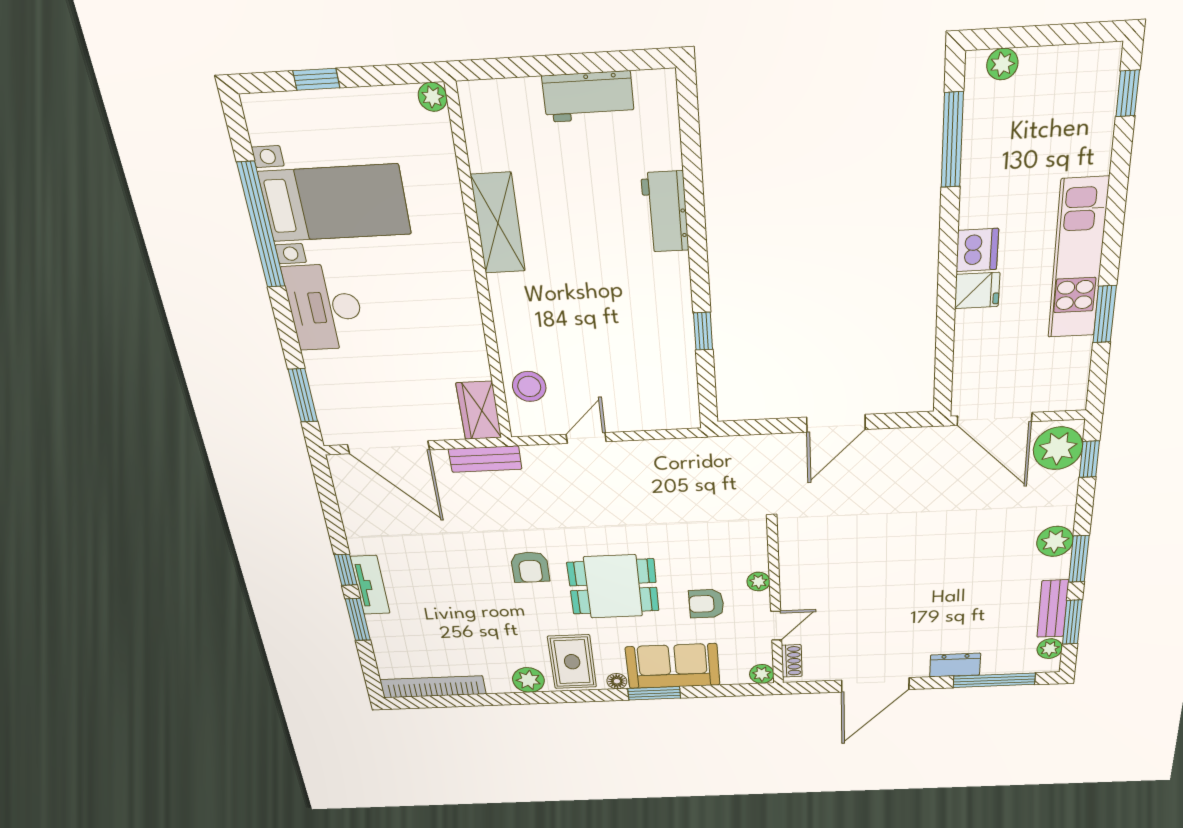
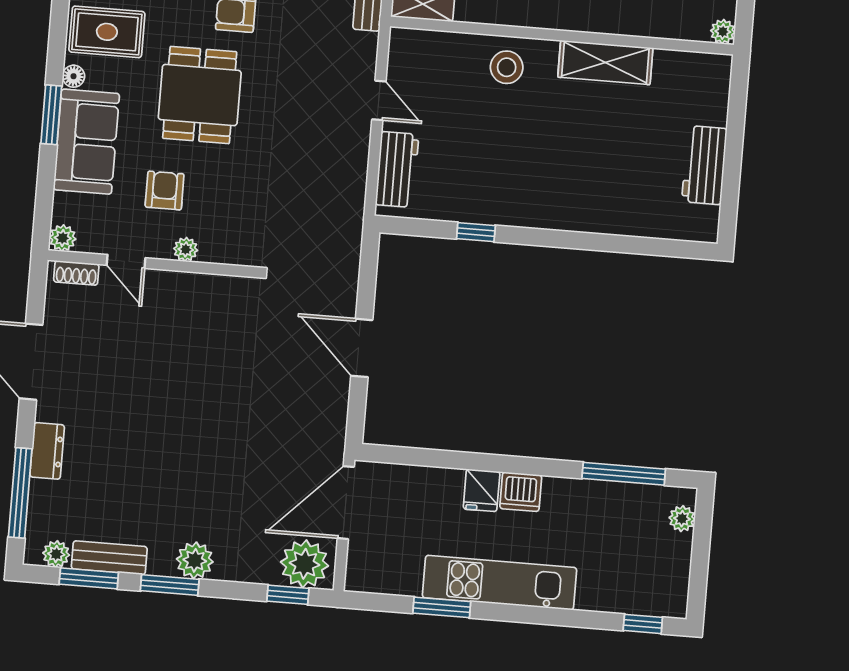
workbench: (665, 212) -> (397, 170), moved, turned 90
stool: (529, 386) -> (507, 67), moved

